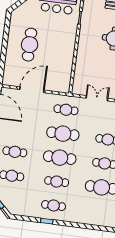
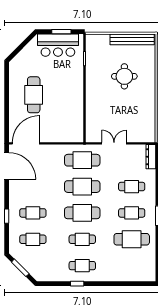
door: (32, 90) -> (26, 143), moved
cafe table: (66, 110) -> (82, 160), width x1.37, depth x1.35

